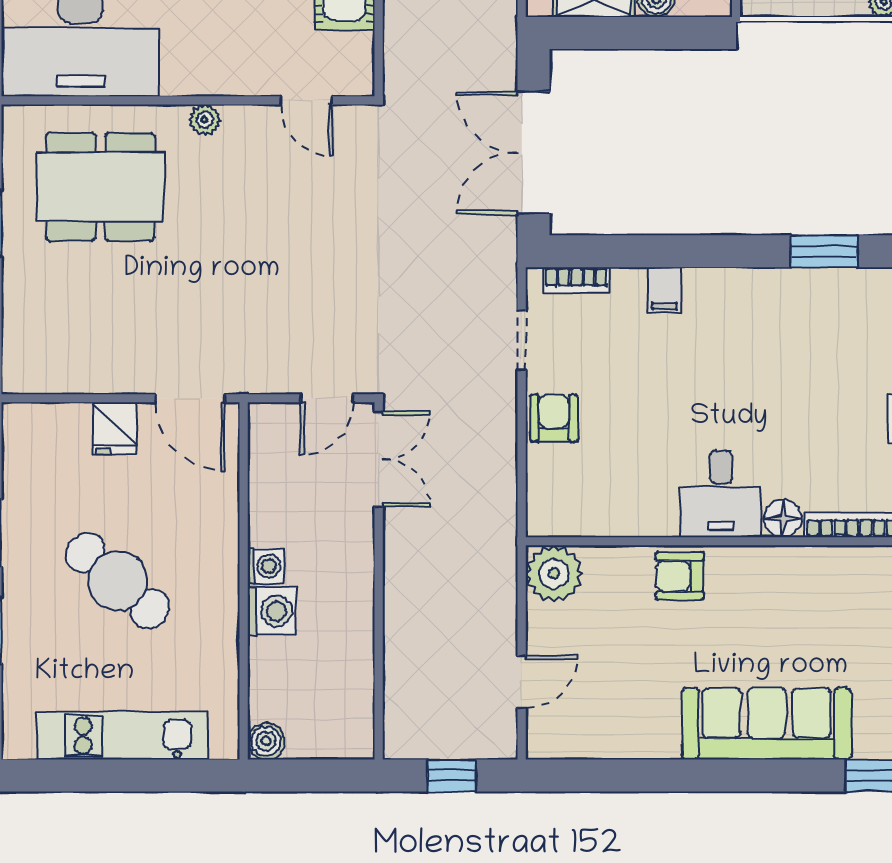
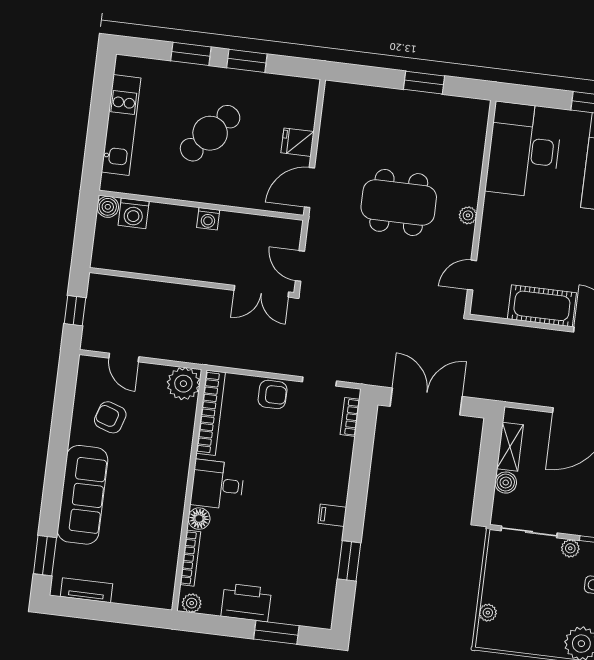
dining table: (100, 187) -> (399, 202), moved, turned 90
filing cabinet: (664, 290) -> (332, 515), moved
bookcase: (598, 521) -> (211, 413), added
armchair: (680, 576) -> (110, 417), moved, turned -72
washing machine: (272, 611) -> (134, 213), moved

